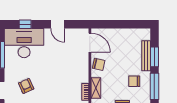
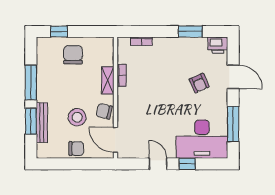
window: (25, 24) -> (187, 164), moved
stool: (119, 60) -> (77, 117), added
chair: (134, 81) -> (76, 149), moved

